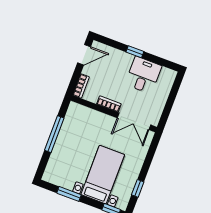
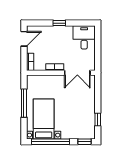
desk: (143, 75) -> (84, 37), moved
bed with nightstands: (103, 175) -> (44, 119), moved
window: (69, 194) -> (50, 142), width x2.11

